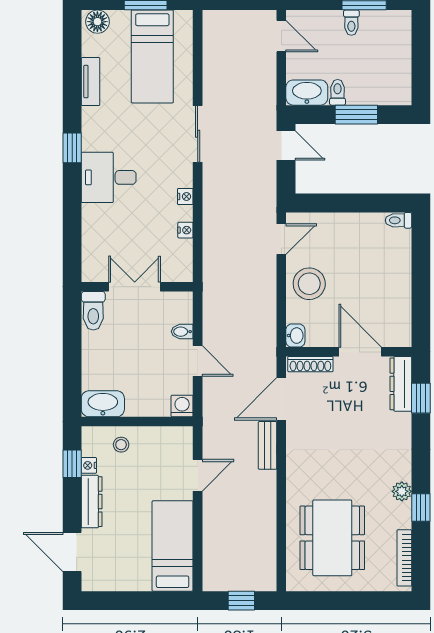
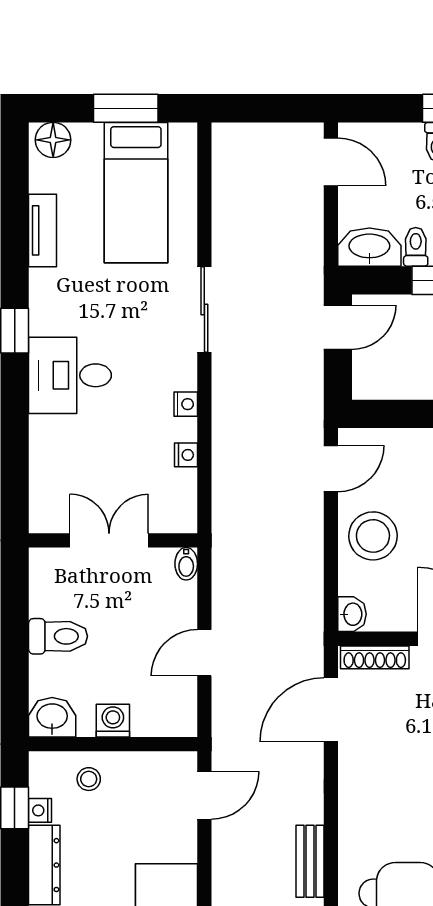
door: (286, 146) -> (338, 327), hinge flipped
toilet: (93, 311) -> (58, 636), moved, turned -90
bidet: (182, 332) -> (186, 564), moved, turned -90
door: (198, 361) -> (204, 653), swing flipped
washbasin: (103, 404) -> (52, 717), width x0.72
washing machine: (182, 406) -> (113, 721), moved
bench: (268, 445) -> (310, 861), moved
door: (198, 475) -> (204, 795), moved

